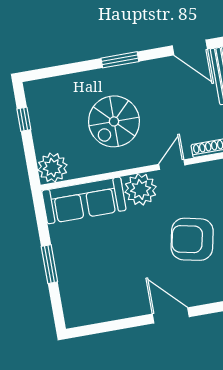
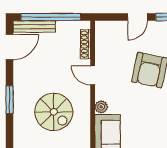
plant: (141, 189) -> (101, 107), width x0.53, depth x0.53

